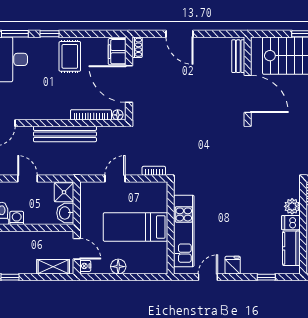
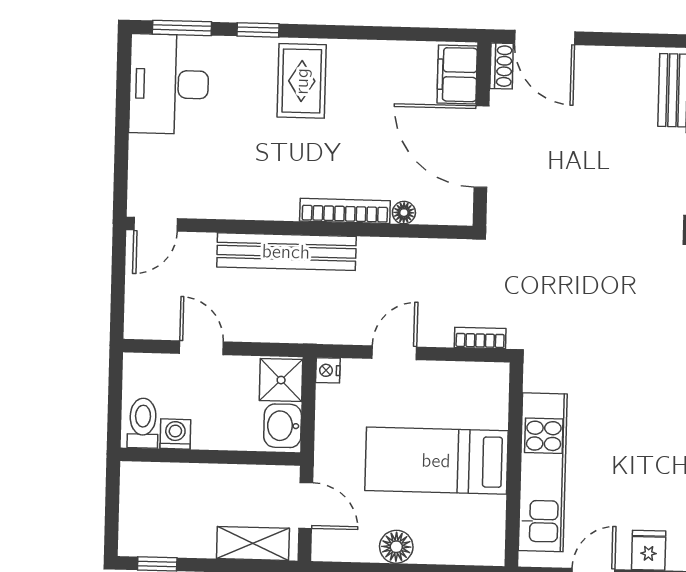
shoe rack: (137, 47) -> (502, 66), moved
filing cabinet: (117, 52) -> (457, 75), moved
wall: (129, 78) -> (482, 134), moved
door: (129, 84) -> (482, 147), moved
nightstand: (85, 266) -> (328, 370), moved

